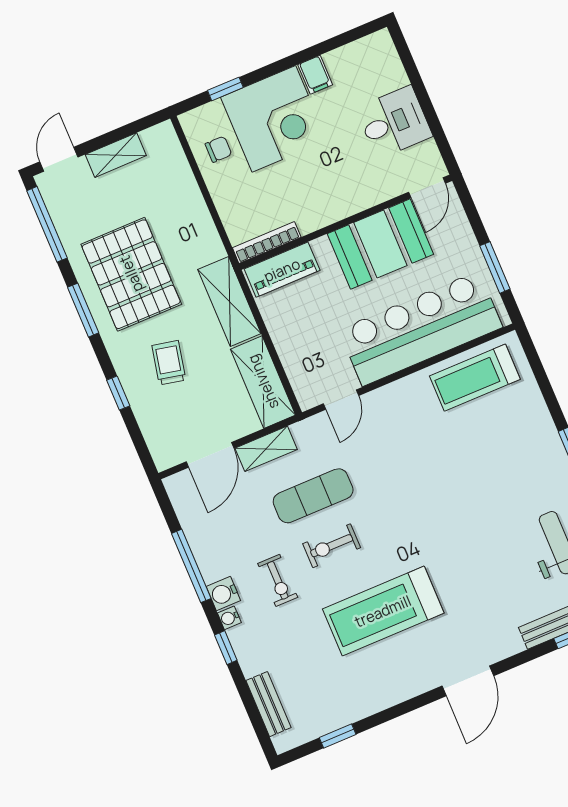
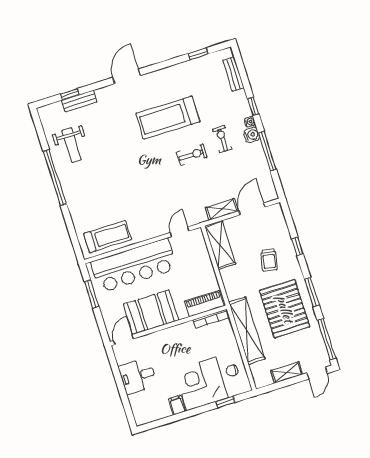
shelving: (229, 301) -> (247, 331), moved, width x1.47
exercise mat: (313, 496) -> (199, 182), removed
treadmill: (383, 611) -> (168, 118), turned 180

